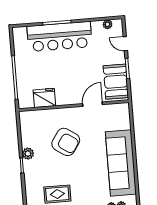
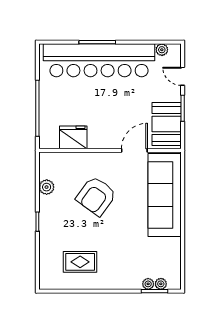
bar counter: (59, 36) -> (99, 60), width x1.36
armchair: (66, 142) -> (96, 196), turned 92
plant: (28, 154) -> (47, 187), moved
sofa: (121, 163) -> (165, 195), moved

